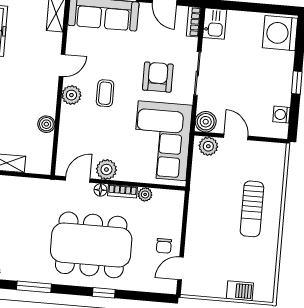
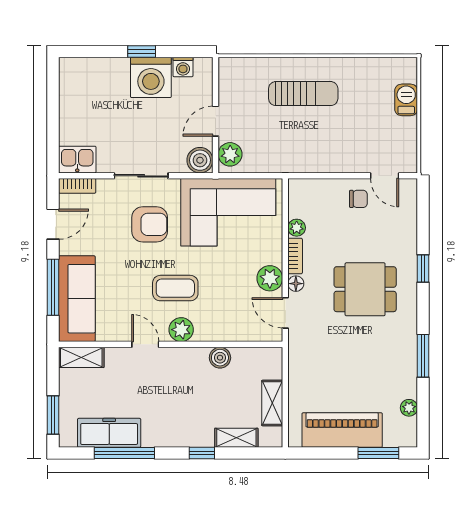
washing machine: (280, 33) -> (151, 77), moved
armchair: (158, 77) -> (150, 224), turned 180
coffee table: (105, 93) -> (175, 288), width x1.36, depth x1.30
dining table: (91, 245) -> (365, 289), width x0.53, depth x0.80

